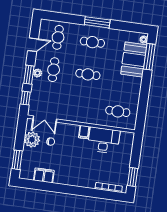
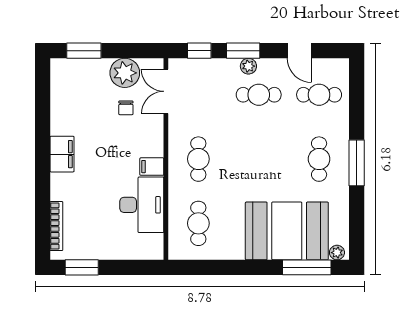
booth: (134, 59) -> (287, 231), width x1.36, depth x1.42
cafe table: (88, 74) -> (198, 159), moved
filing cabinet: (44, 175) -> (62, 154), moved

